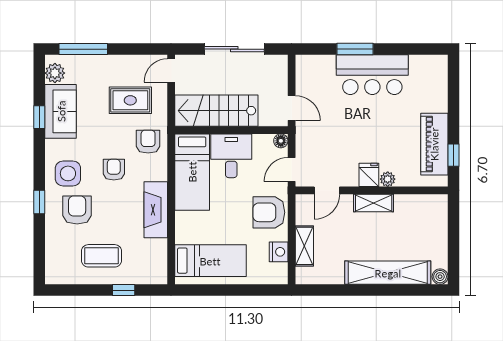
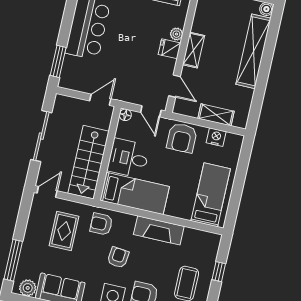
window: (355, 49) -> (58, 61), moved
door: (171, 70) -> (47, 192), swing flipped
armchair: (114, 170) -> (118, 257), turned 96

